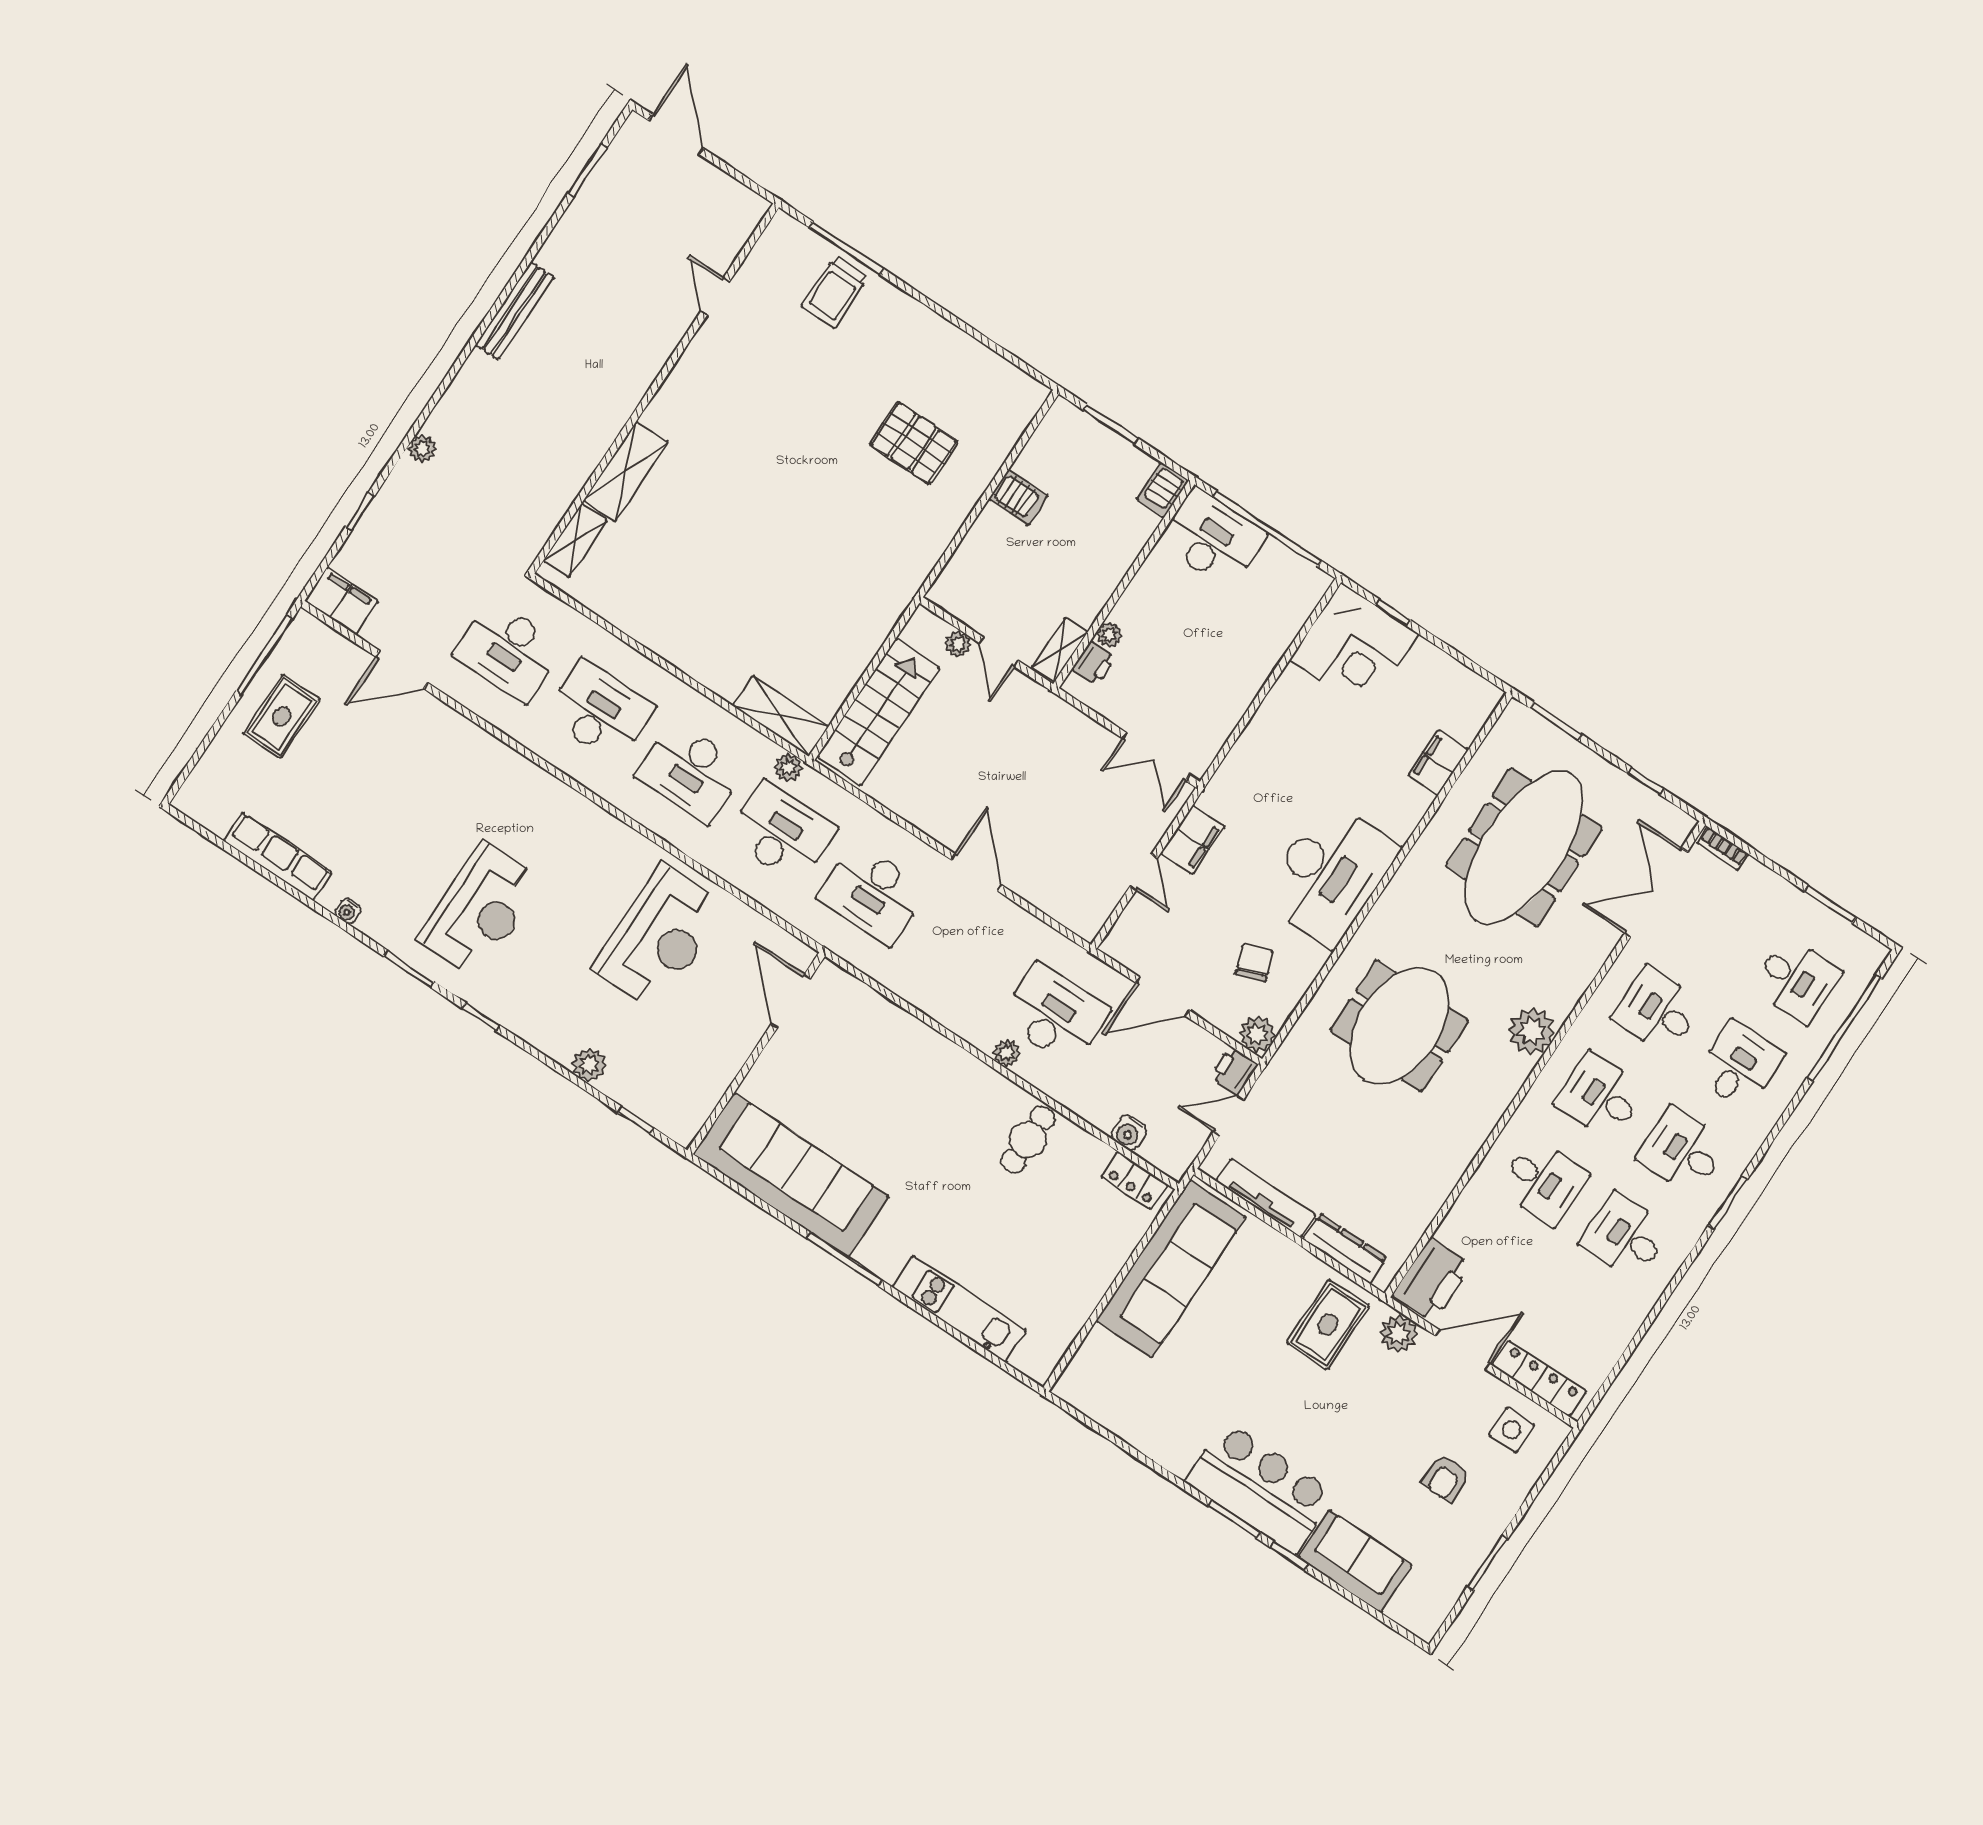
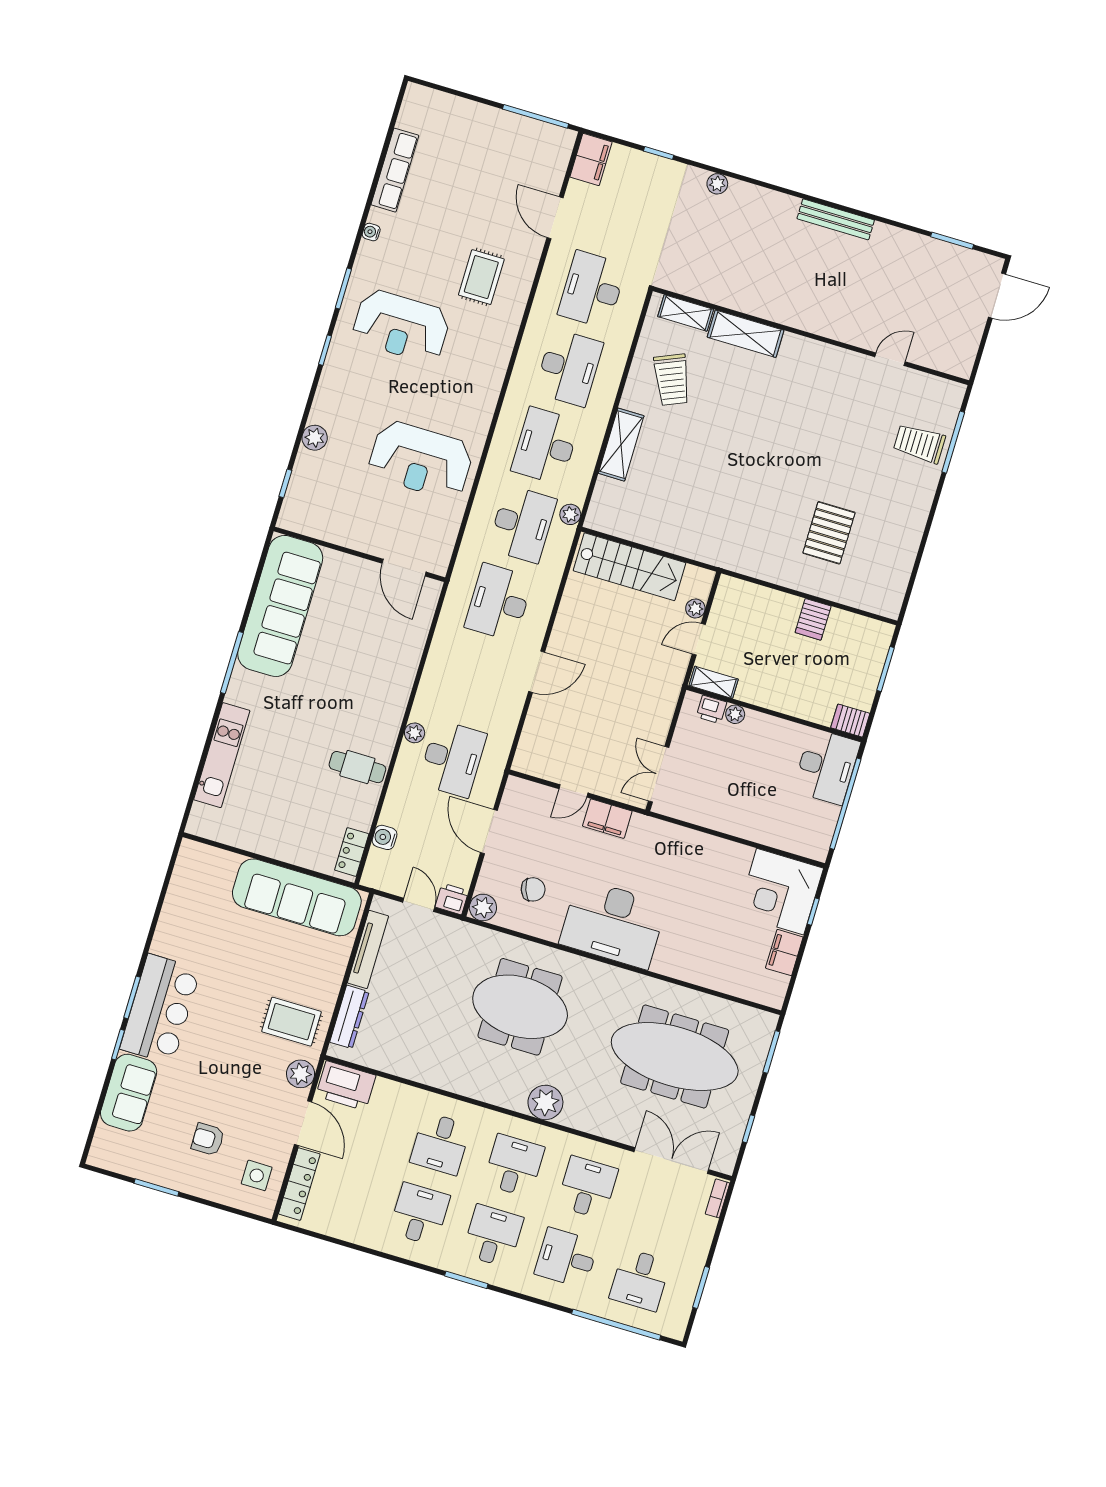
trolley: (656, 584) -> (672, 380), added
rug: (281, 716) -> (481, 277), moved, turned 90
shelving: (781, 716) -> (621, 445), moved
filing cabinet: (1438, 763) -> (784, 953), moved, turned -90
door: (791, 1001) -> (404, 568), swing flipped
desk: (1739, 1065) -> (566, 1258), turned 180

